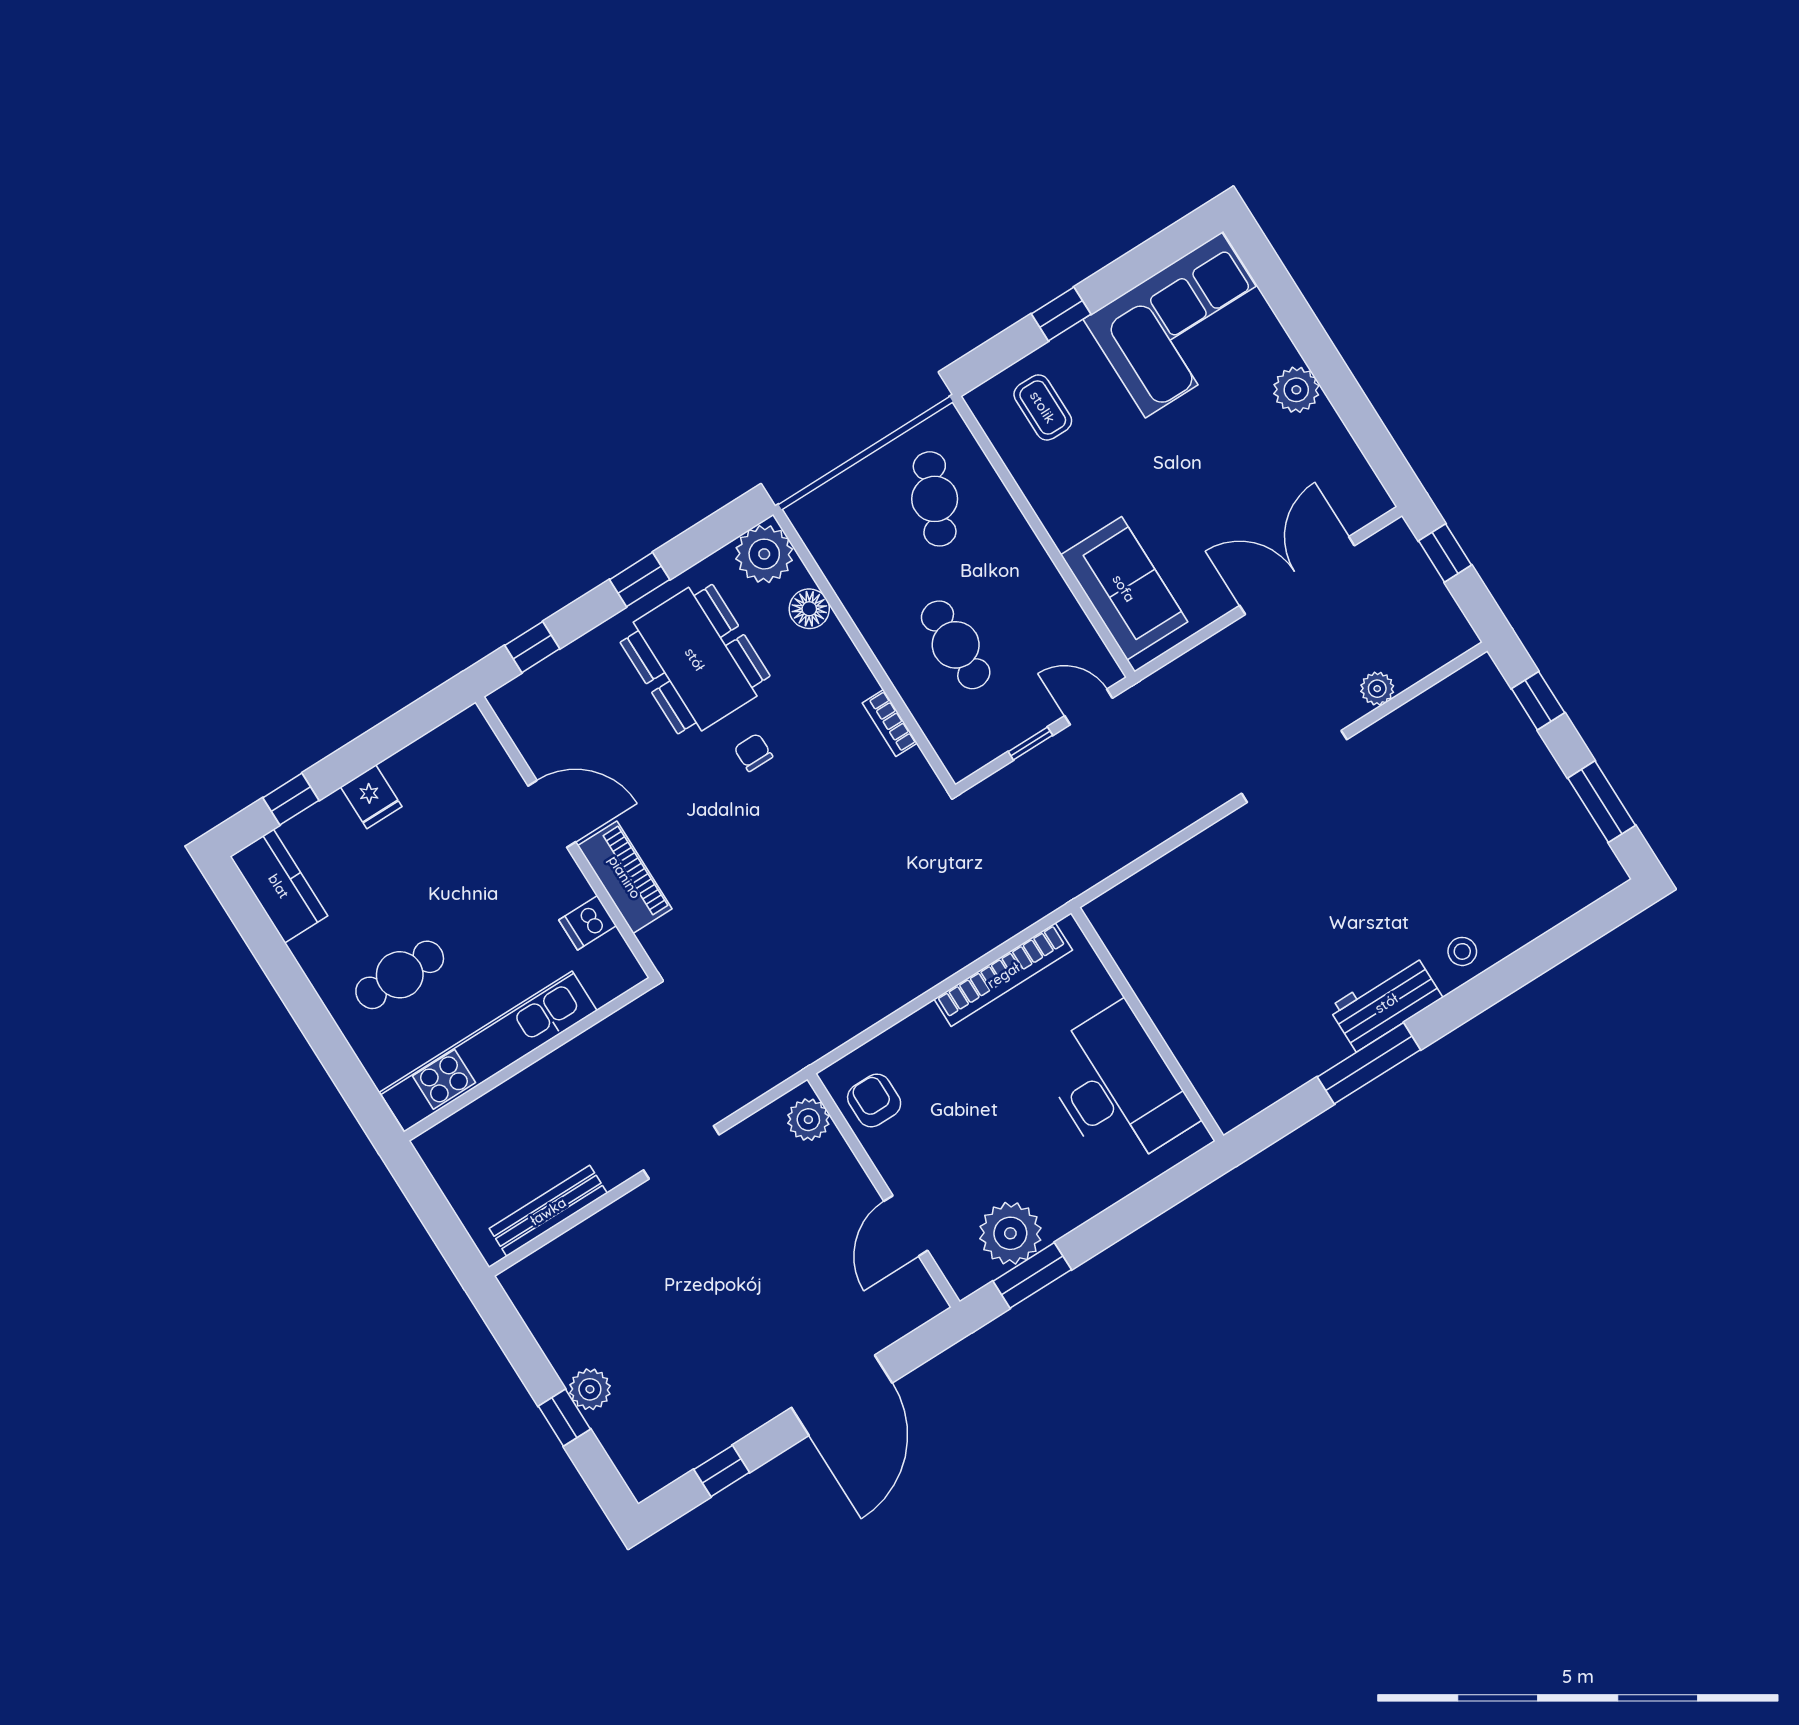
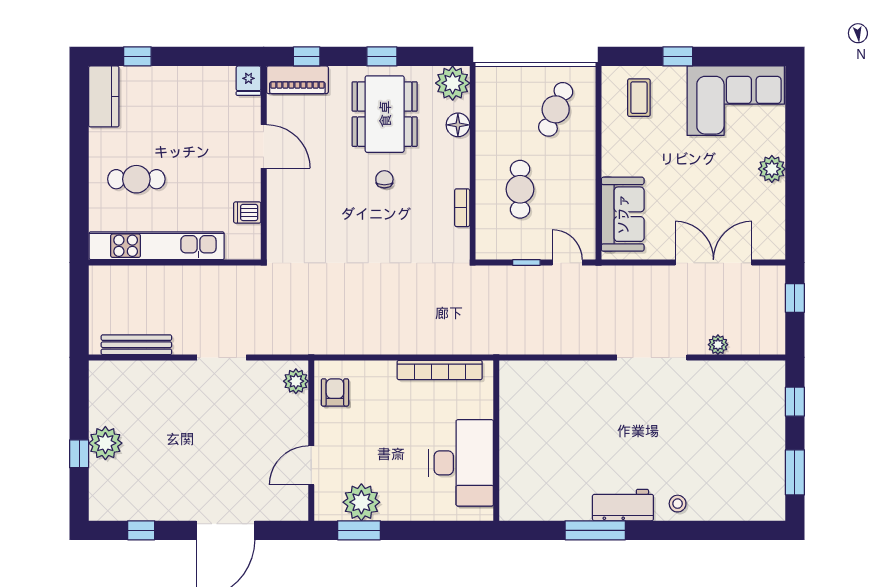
fridge: (371, 797) -> (249, 81), moved
piano: (625, 877) -> (297, 80), moved, turned 90
plant: (590, 1389) -> (105, 443), width x1.36, depth x1.36

